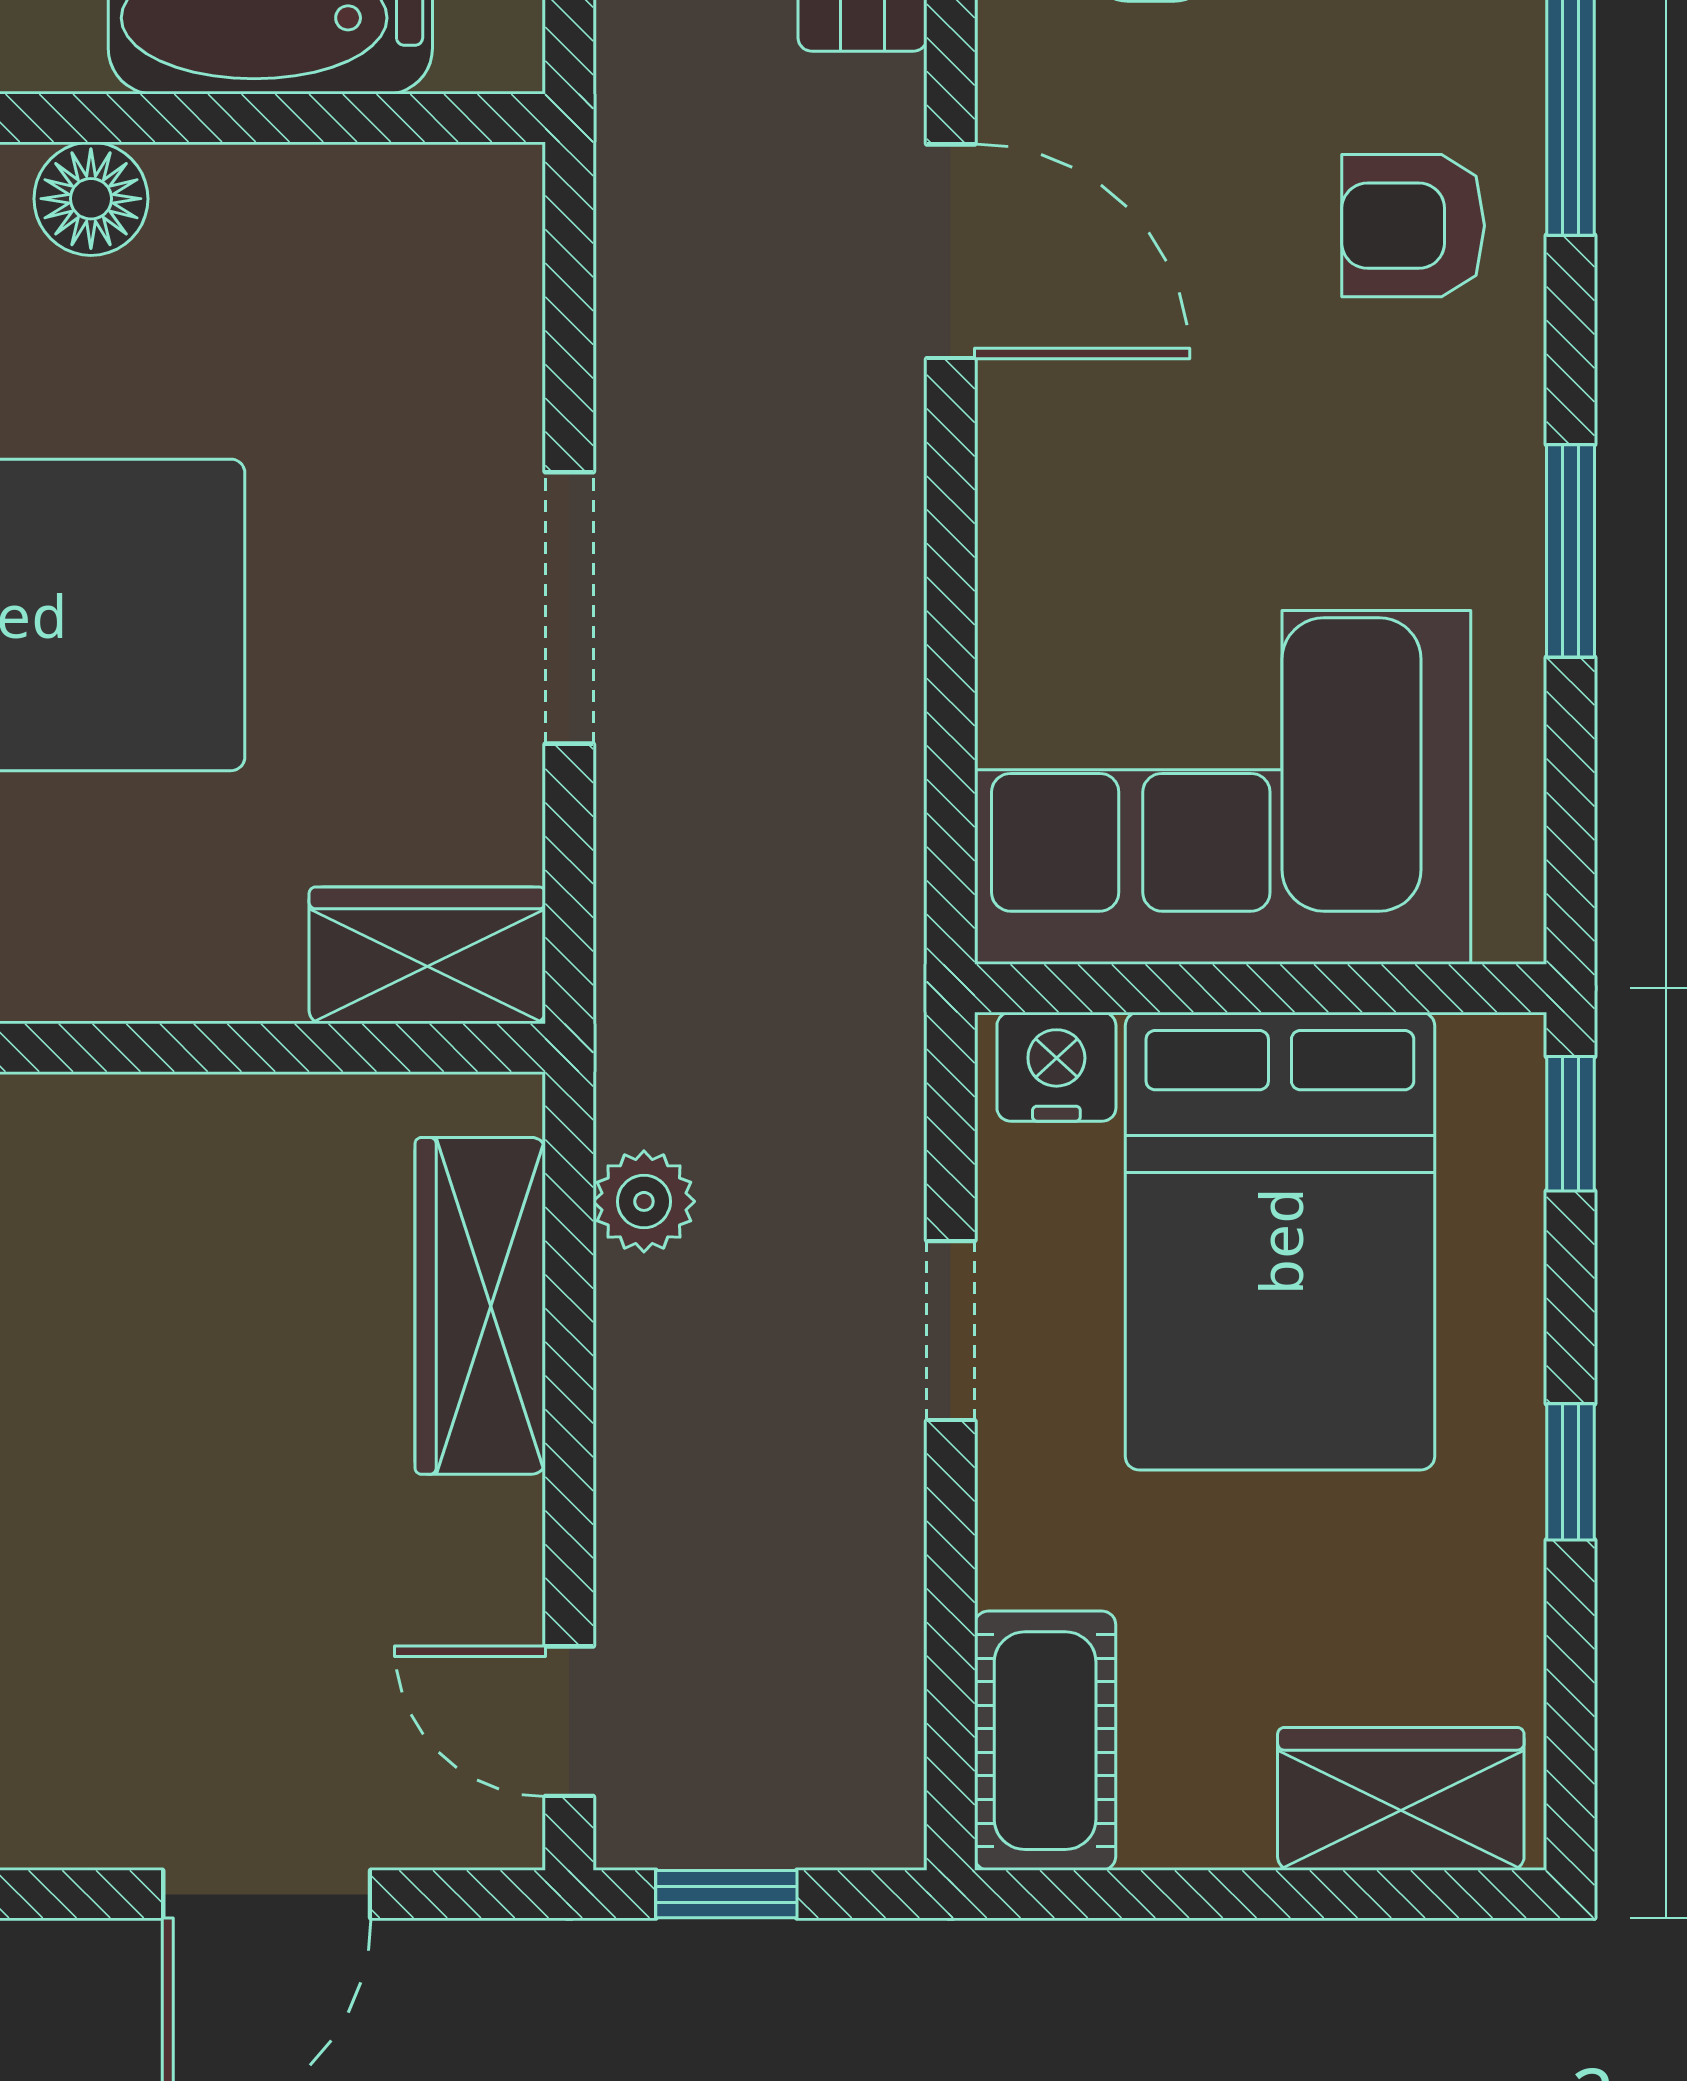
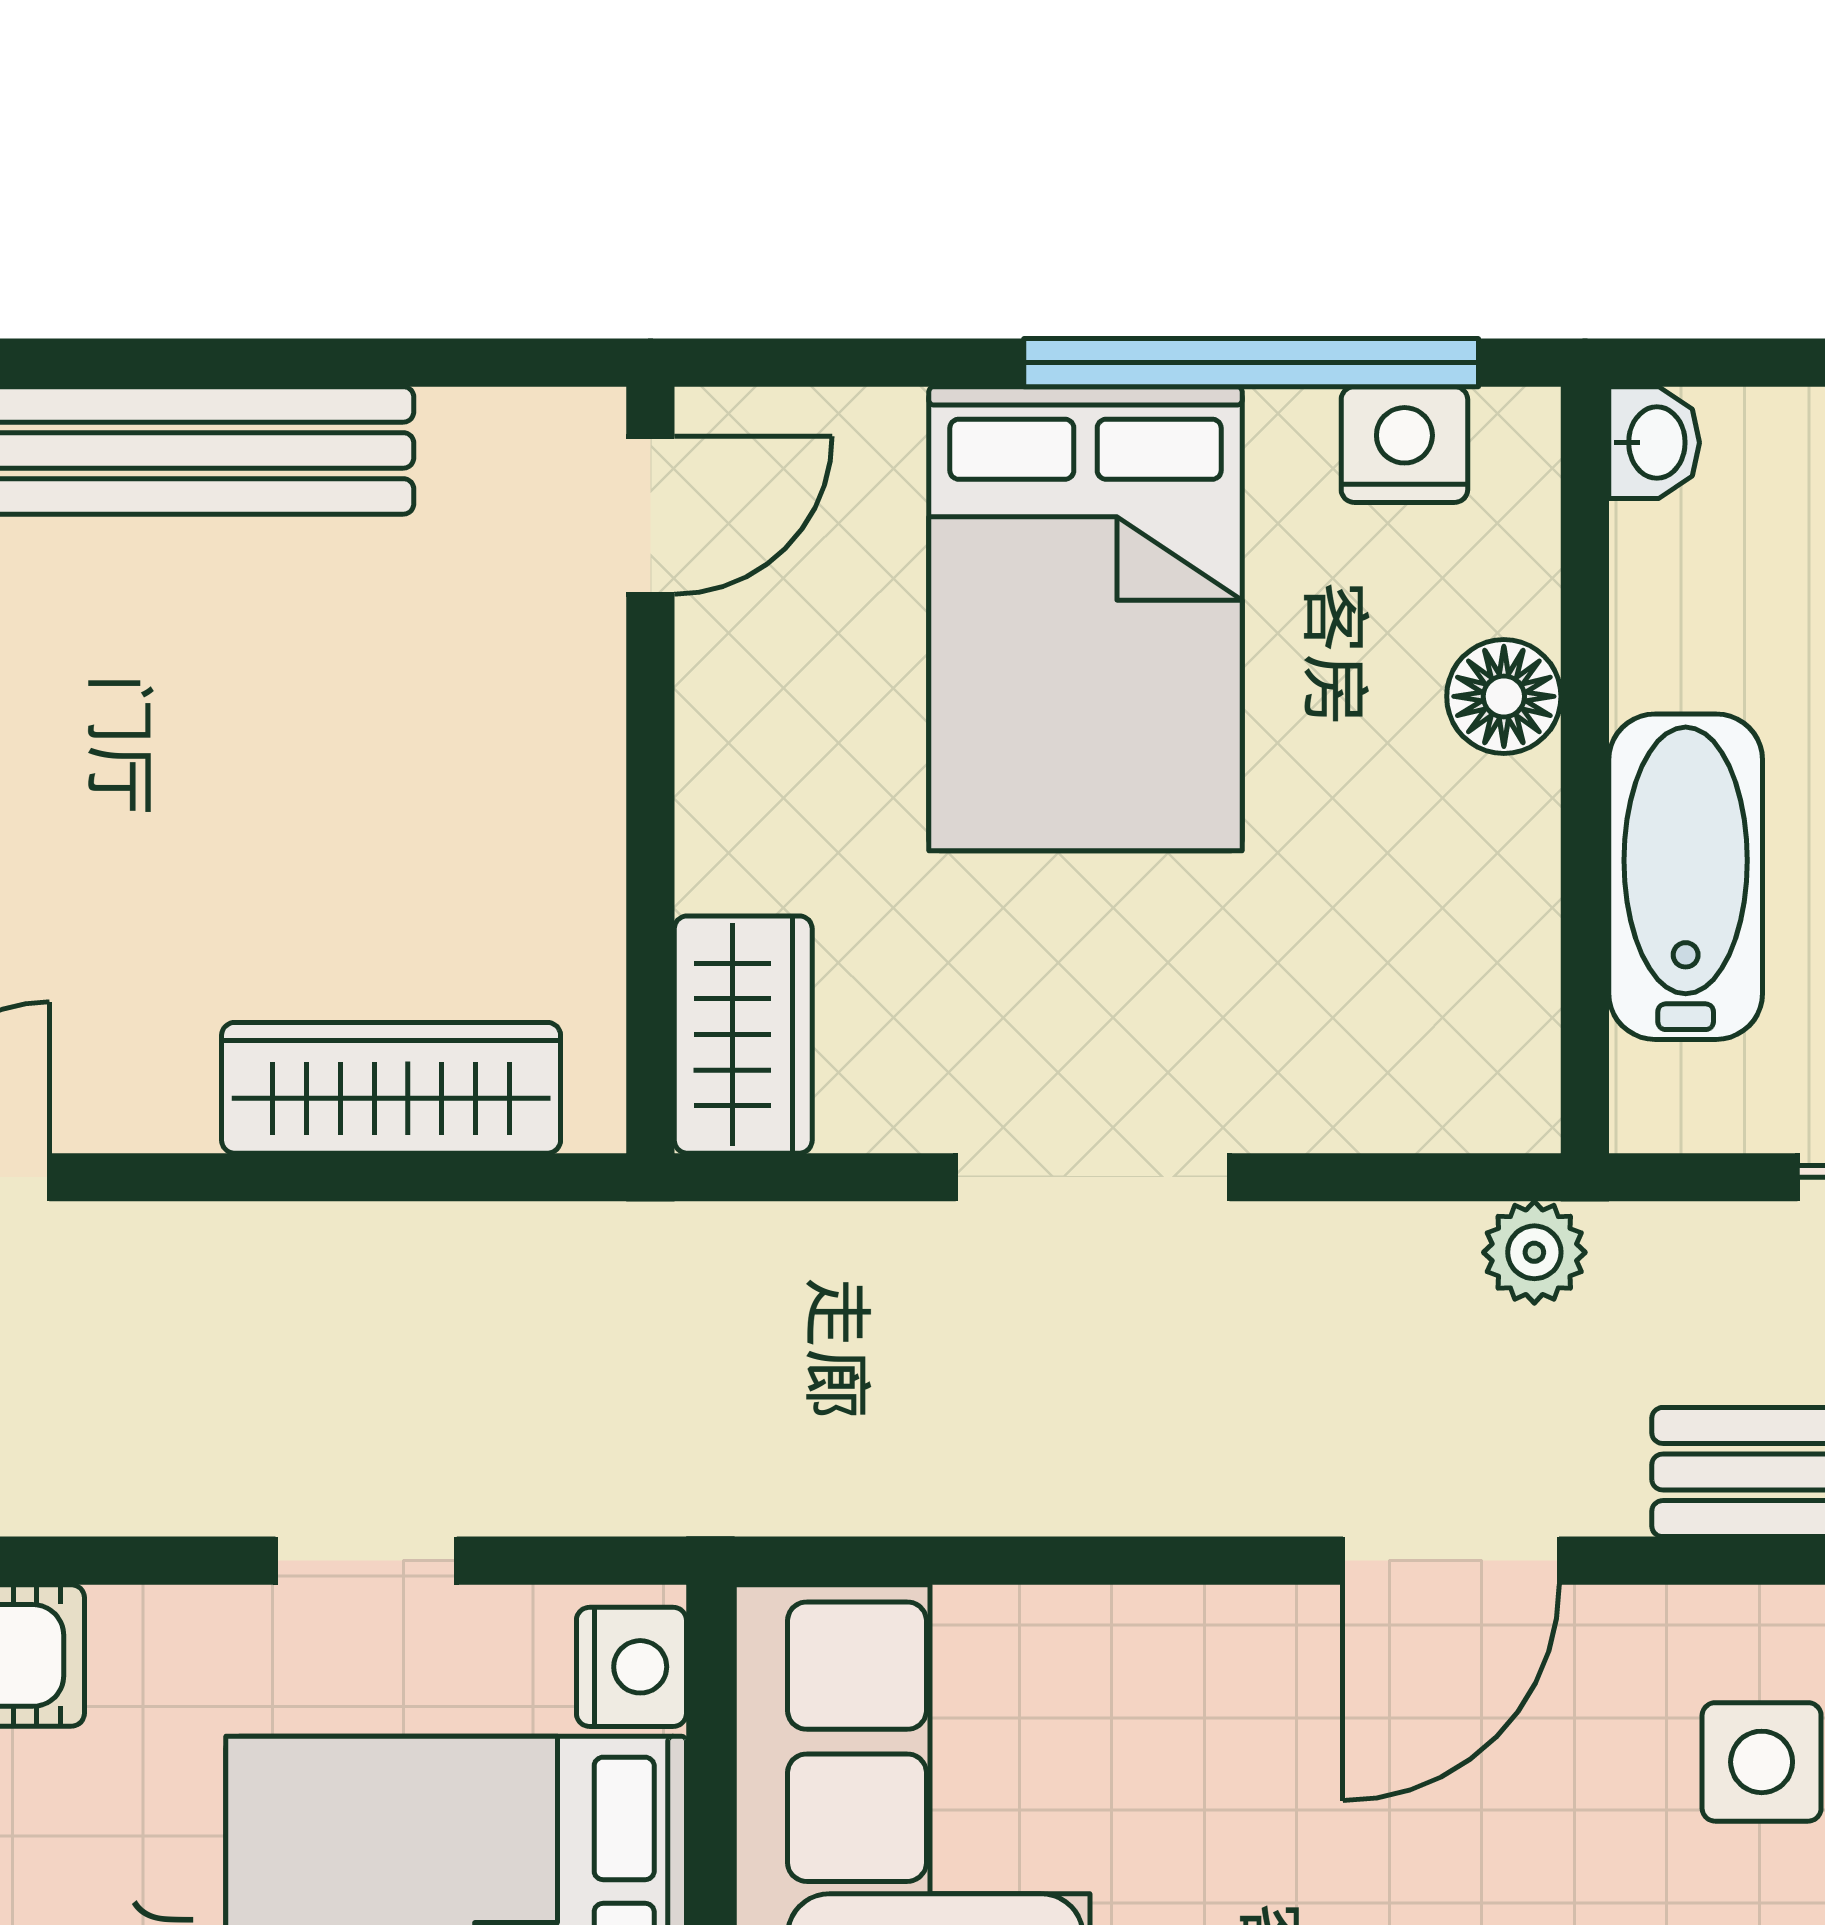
plant: (644, 1201) -> (1534, 1252), moved

